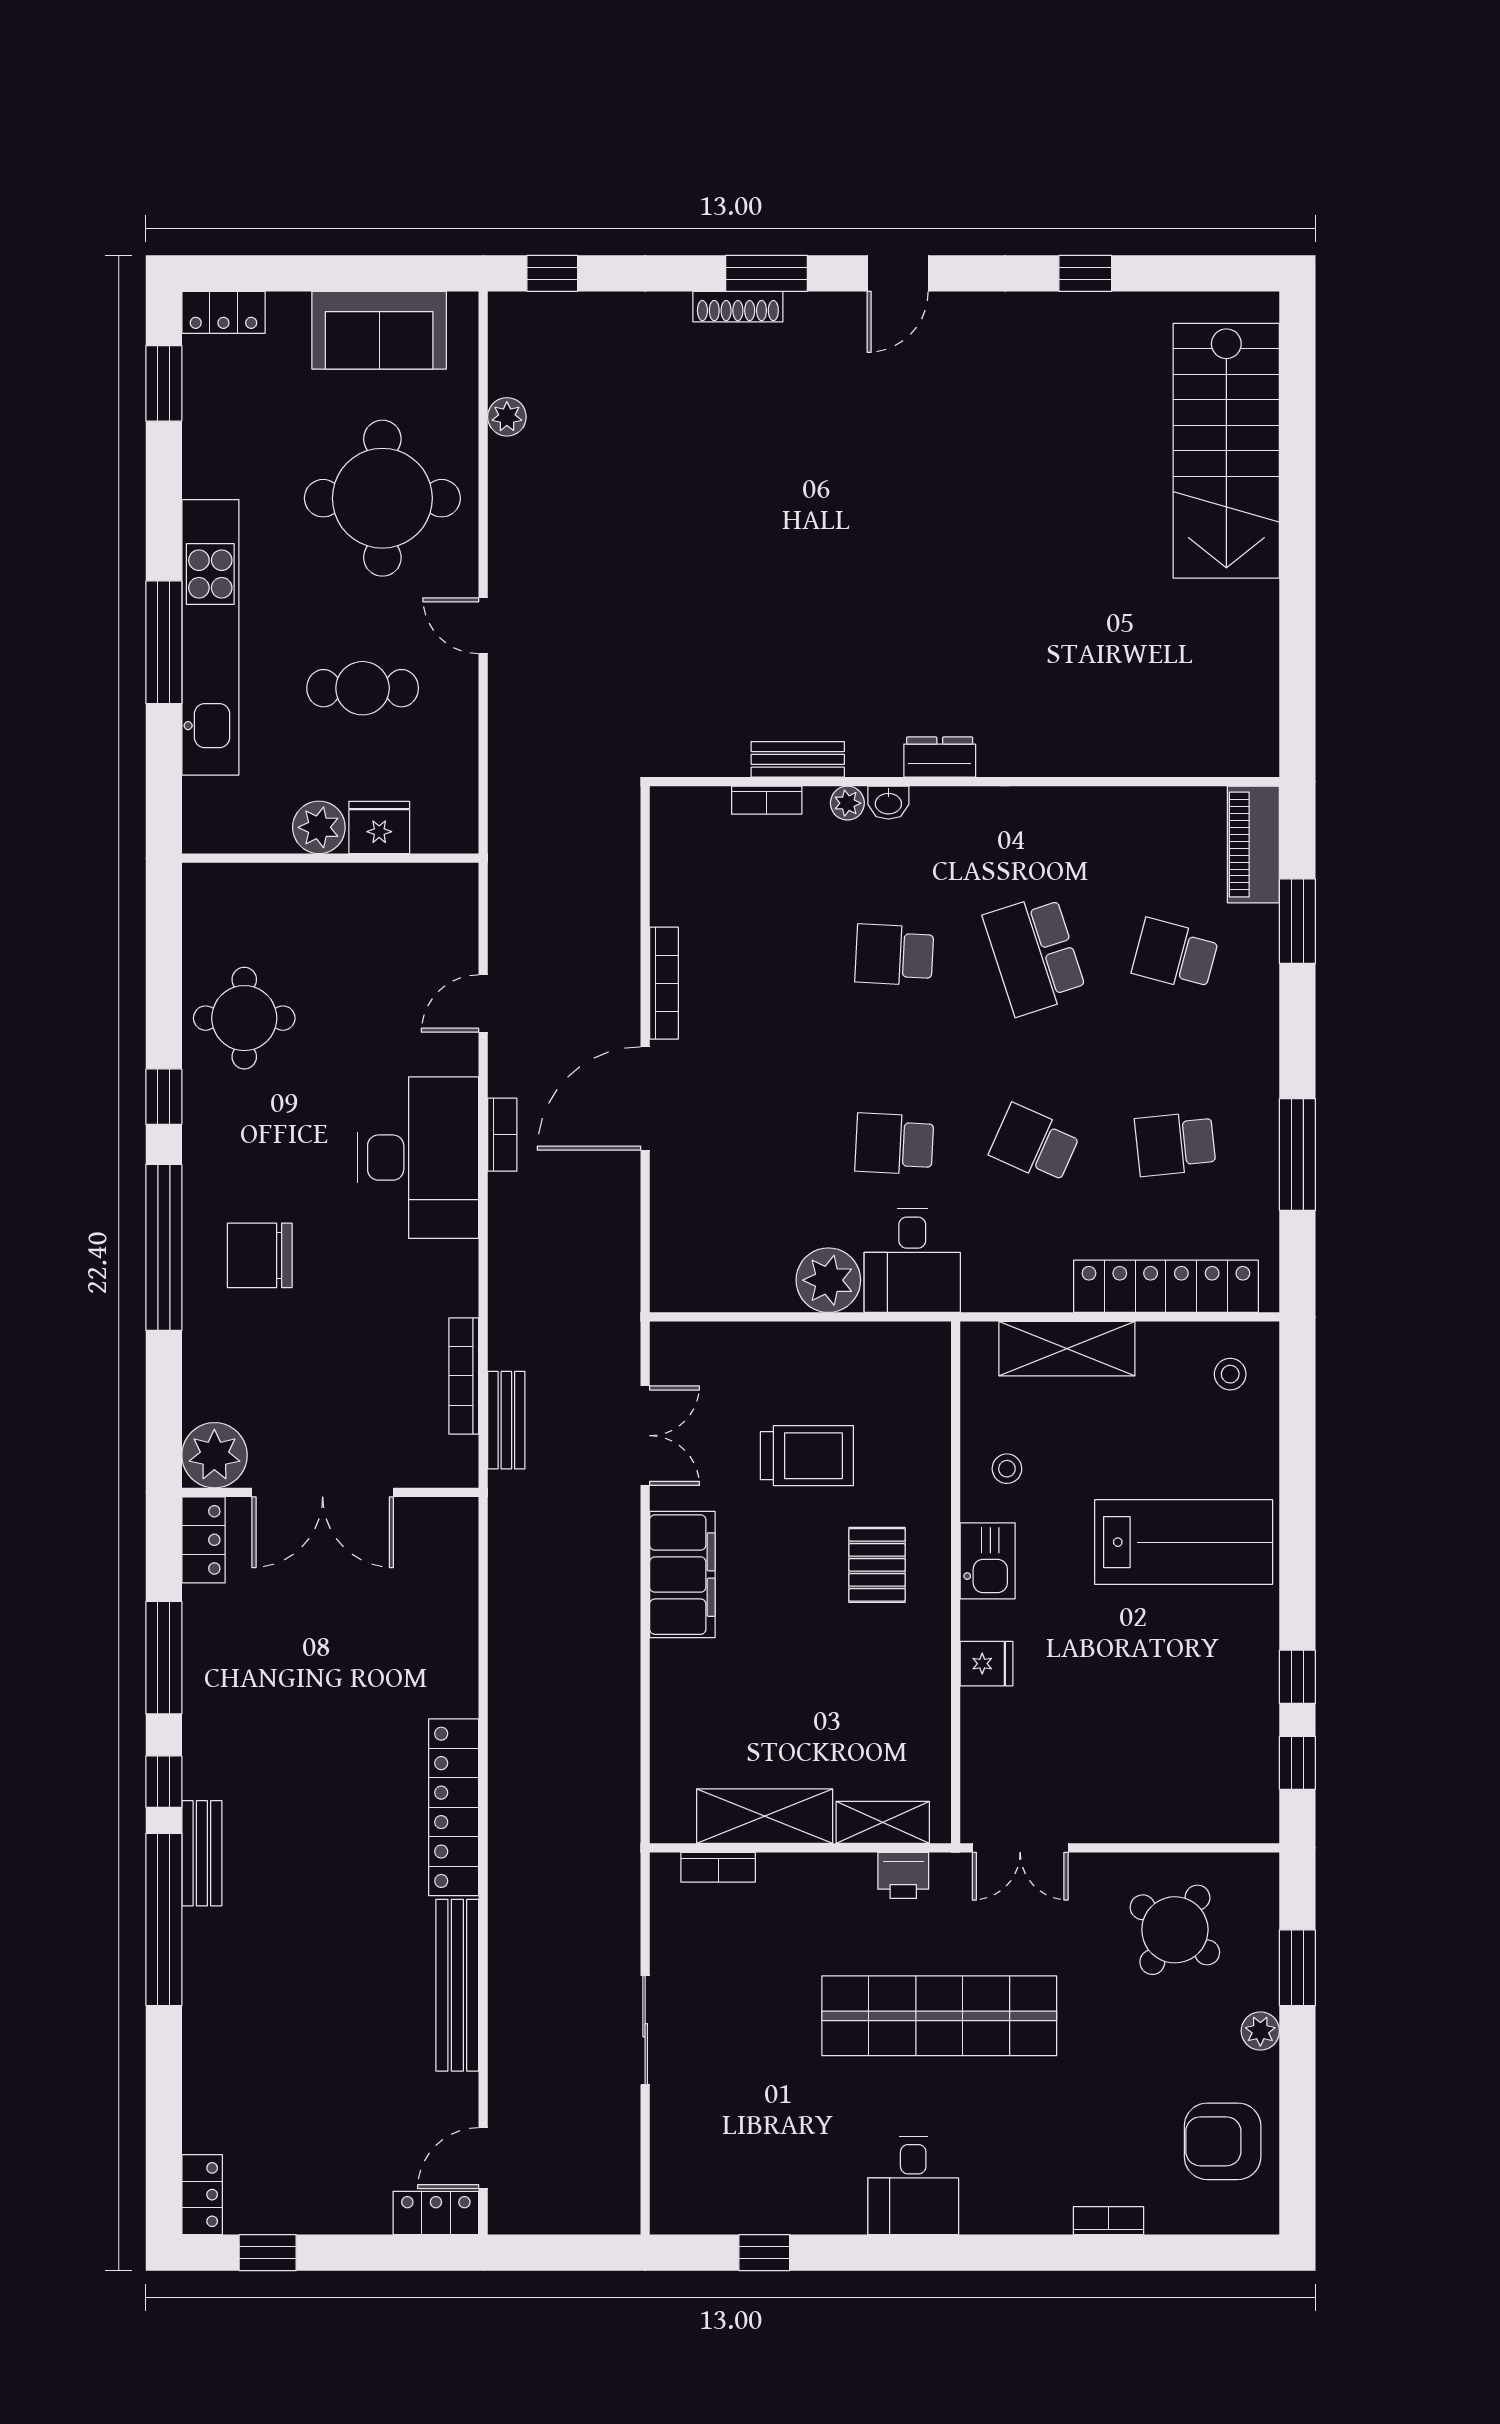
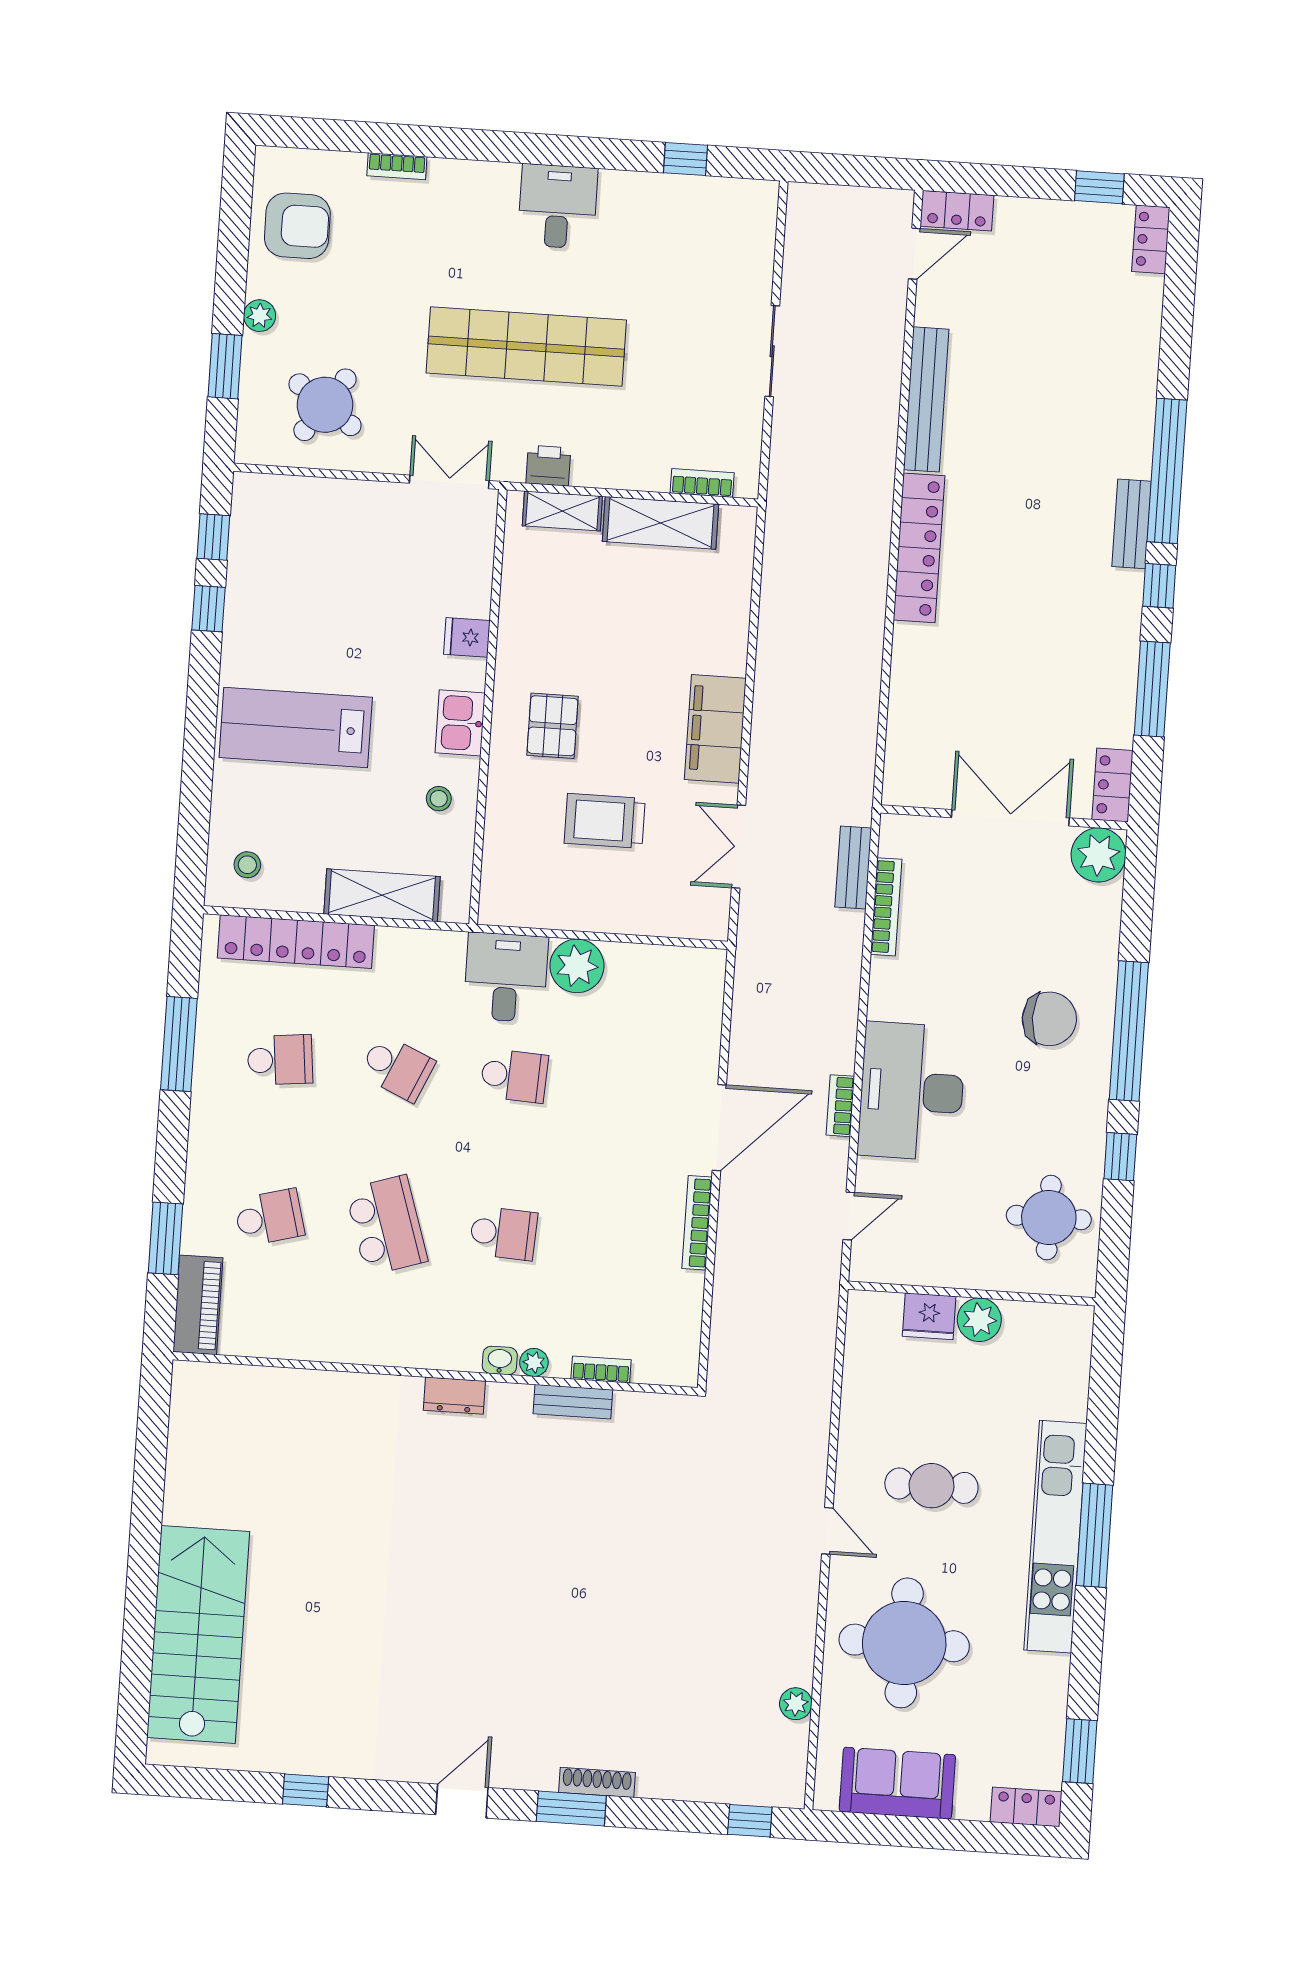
plant: (319, 827) -> (979, 1320), moved
fridge: (379, 827) -> (929, 1316), moved
wall: (330, 858) -> (972, 1293), moved
school desk: (1175, 955) -> (269, 1217), turned -30

